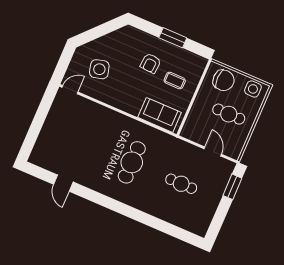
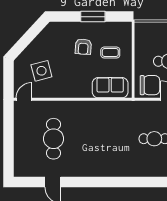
chair: (224, 80) -> (150, 85), moved
cafe table: (132, 162) -> (54, 139), moved

